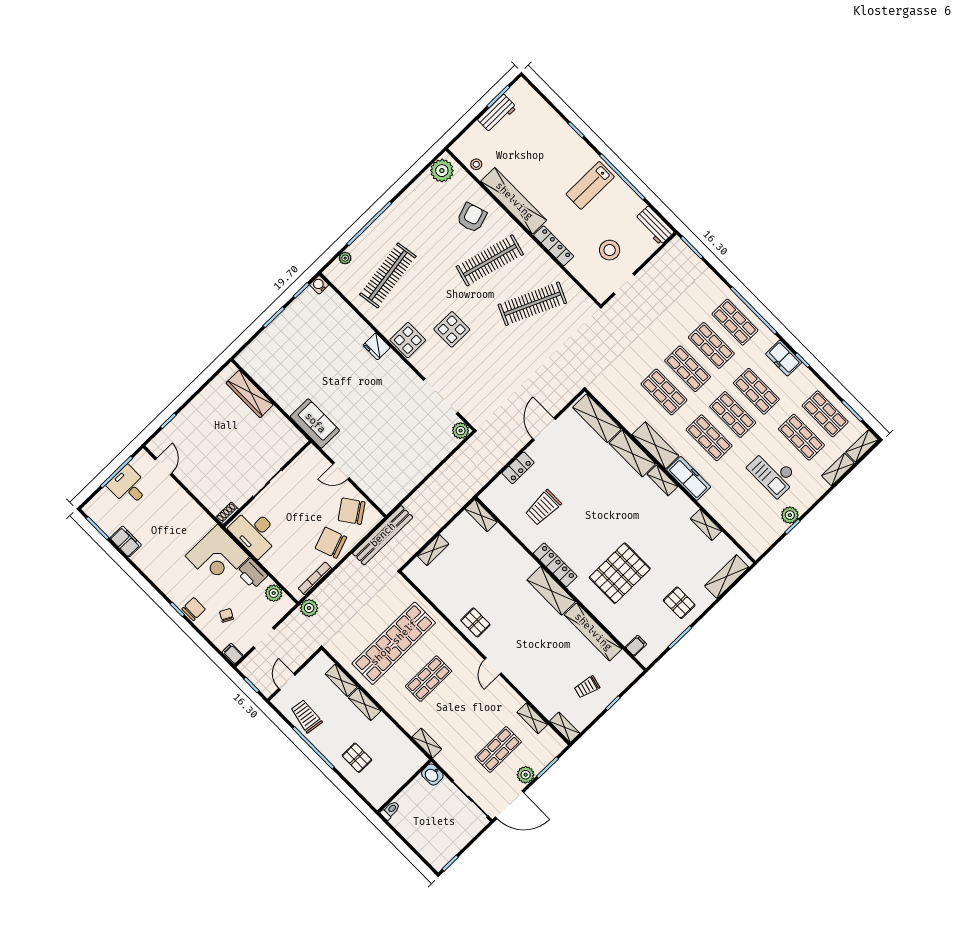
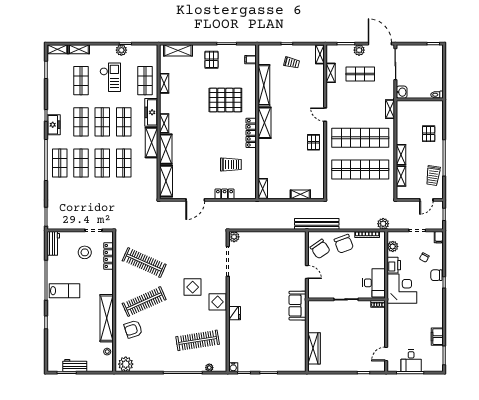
locker: (554, 246) -> (108, 256), moved
clothes rail: (490, 260) -> (144, 302), turned -39
shop shelf: (825, 414) -> (145, 81), moved
door: (493, 666) -> (325, 115), swing flipped
shop shelf: (429, 679) -> (360, 138), width x2.00, depth x1.36

